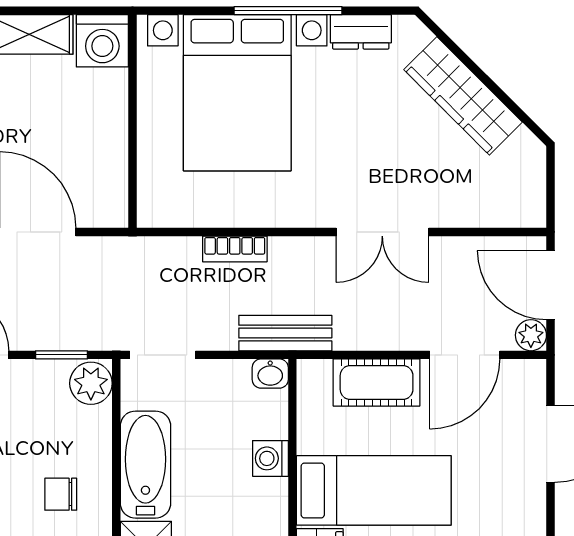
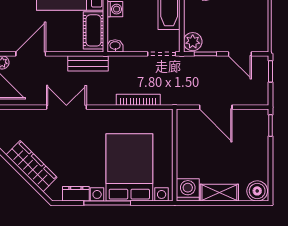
bookcase: (235, 249) -> (138, 100), width x1.56
bench: (285, 333) -> (88, 63), moved
cot: (377, 383) -> (93, 30), moved, turned 90

